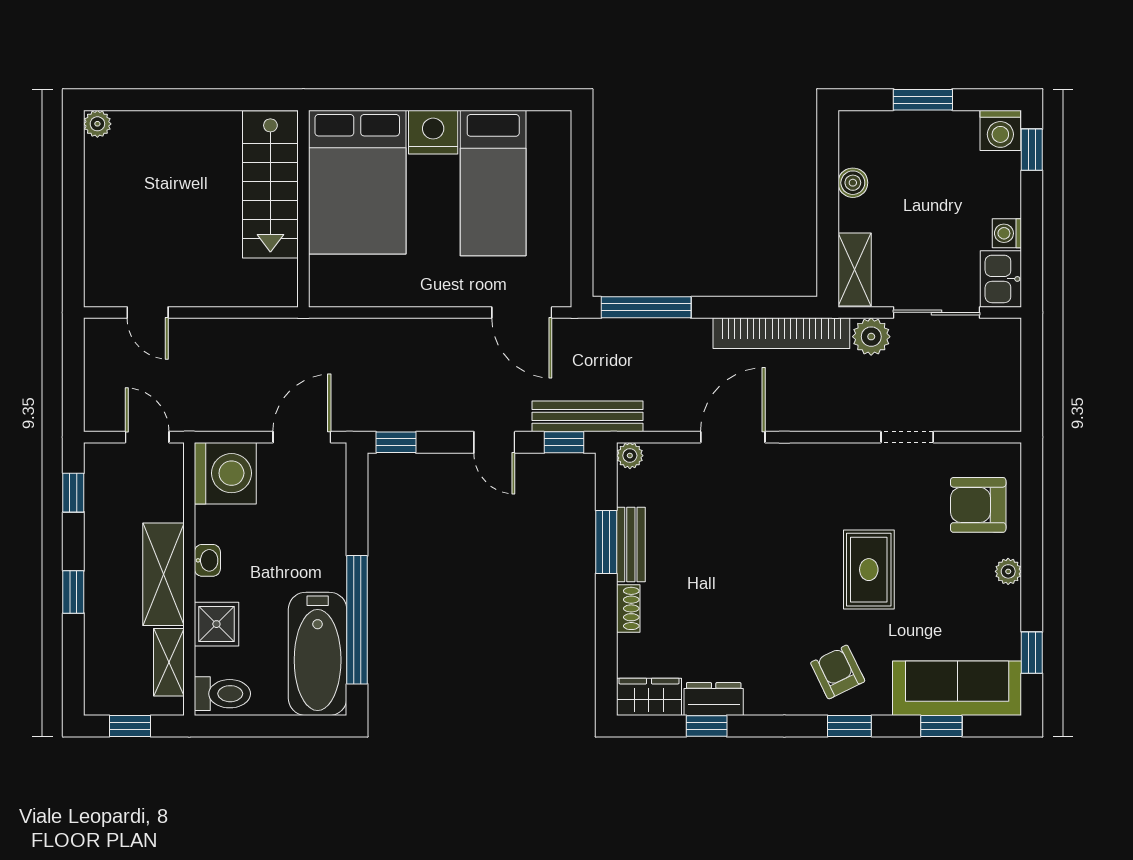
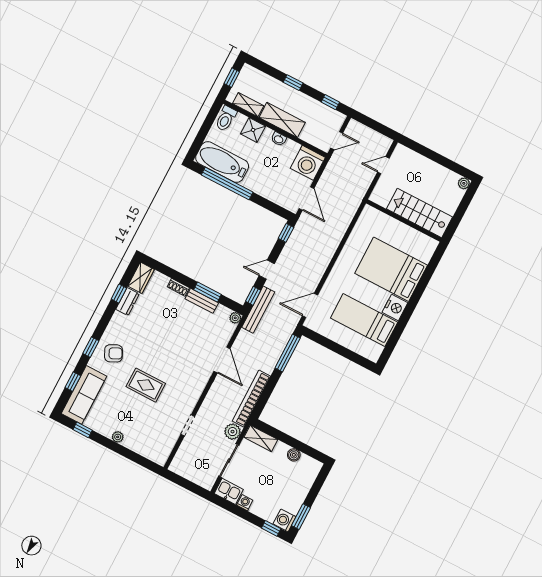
window: (923, 100) -> (301, 517), moved
stairs: (270, 184) -> (419, 213), moved
wall: (303, 209) -> (404, 221), moved
armchair: (978, 505) -> (149, 439), removed

